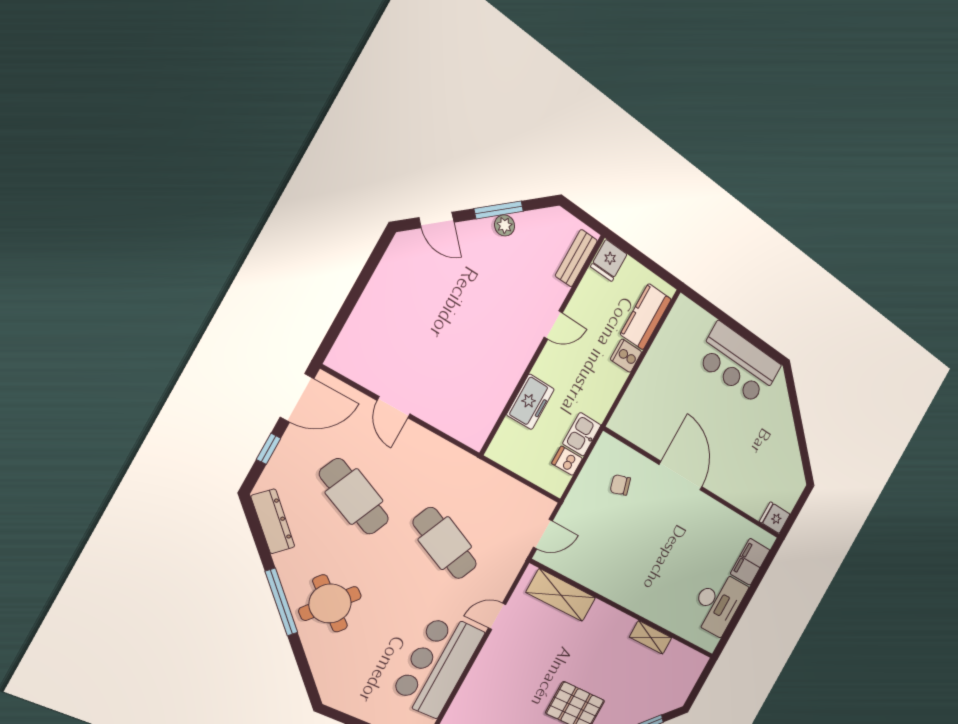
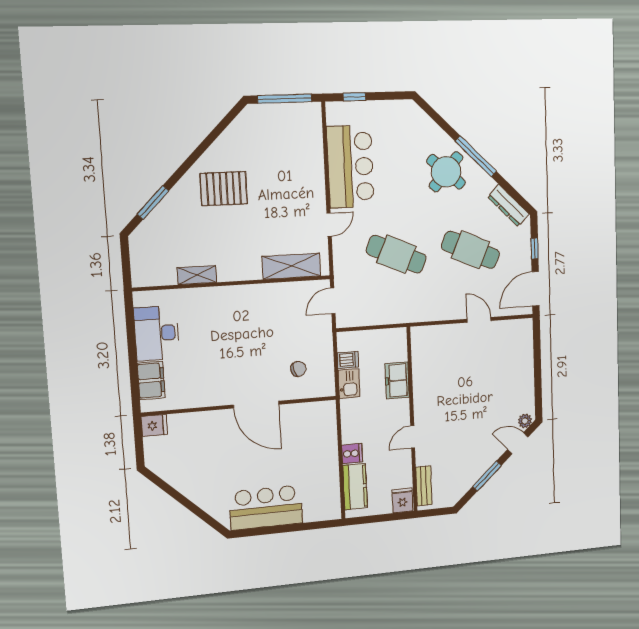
plant: (505, 225) -> (525, 421), moved

